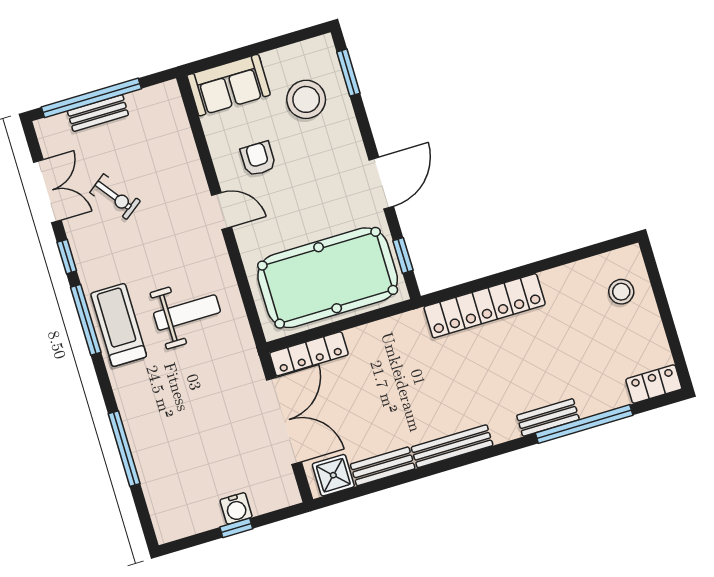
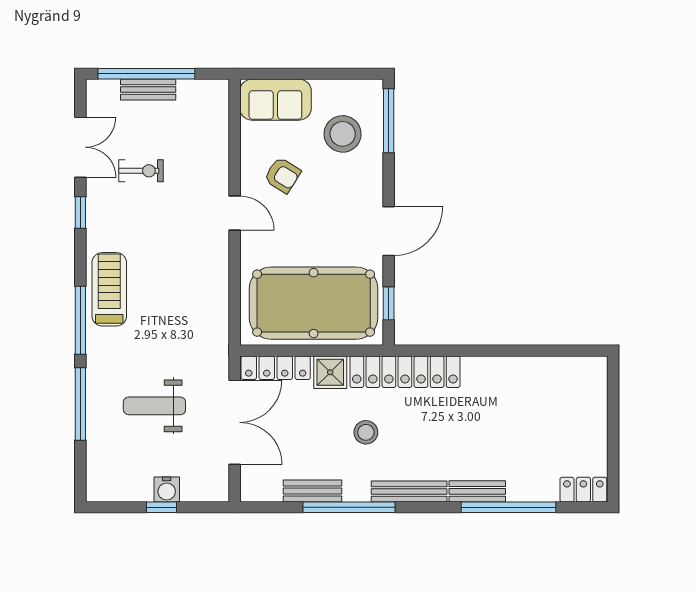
window: (348, 73) -> (389, 121), width x1.44
armchair: (258, 159) -> (282, 175), turned 122
exercise bike: (115, 197) -> (141, 171), turned -53
stool: (621, 292) -> (366, 432), moved
locker: (485, 306) -> (405, 372), moved
weight bench: (187, 313) -> (154, 406), moved, turned 180
window: (86, 320) -> (80, 320), moved
bench: (452, 446) -> (409, 491), moved
window: (424, 472) -> (349, 507), added
shower: (333, 475) -> (330, 372), moved

